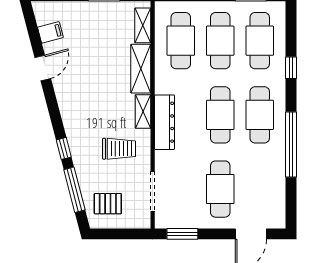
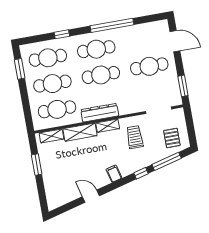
filing cabinet: (50, 32) -> (114, 174), moved
dresser: (165, 122) -> (100, 113), moved

